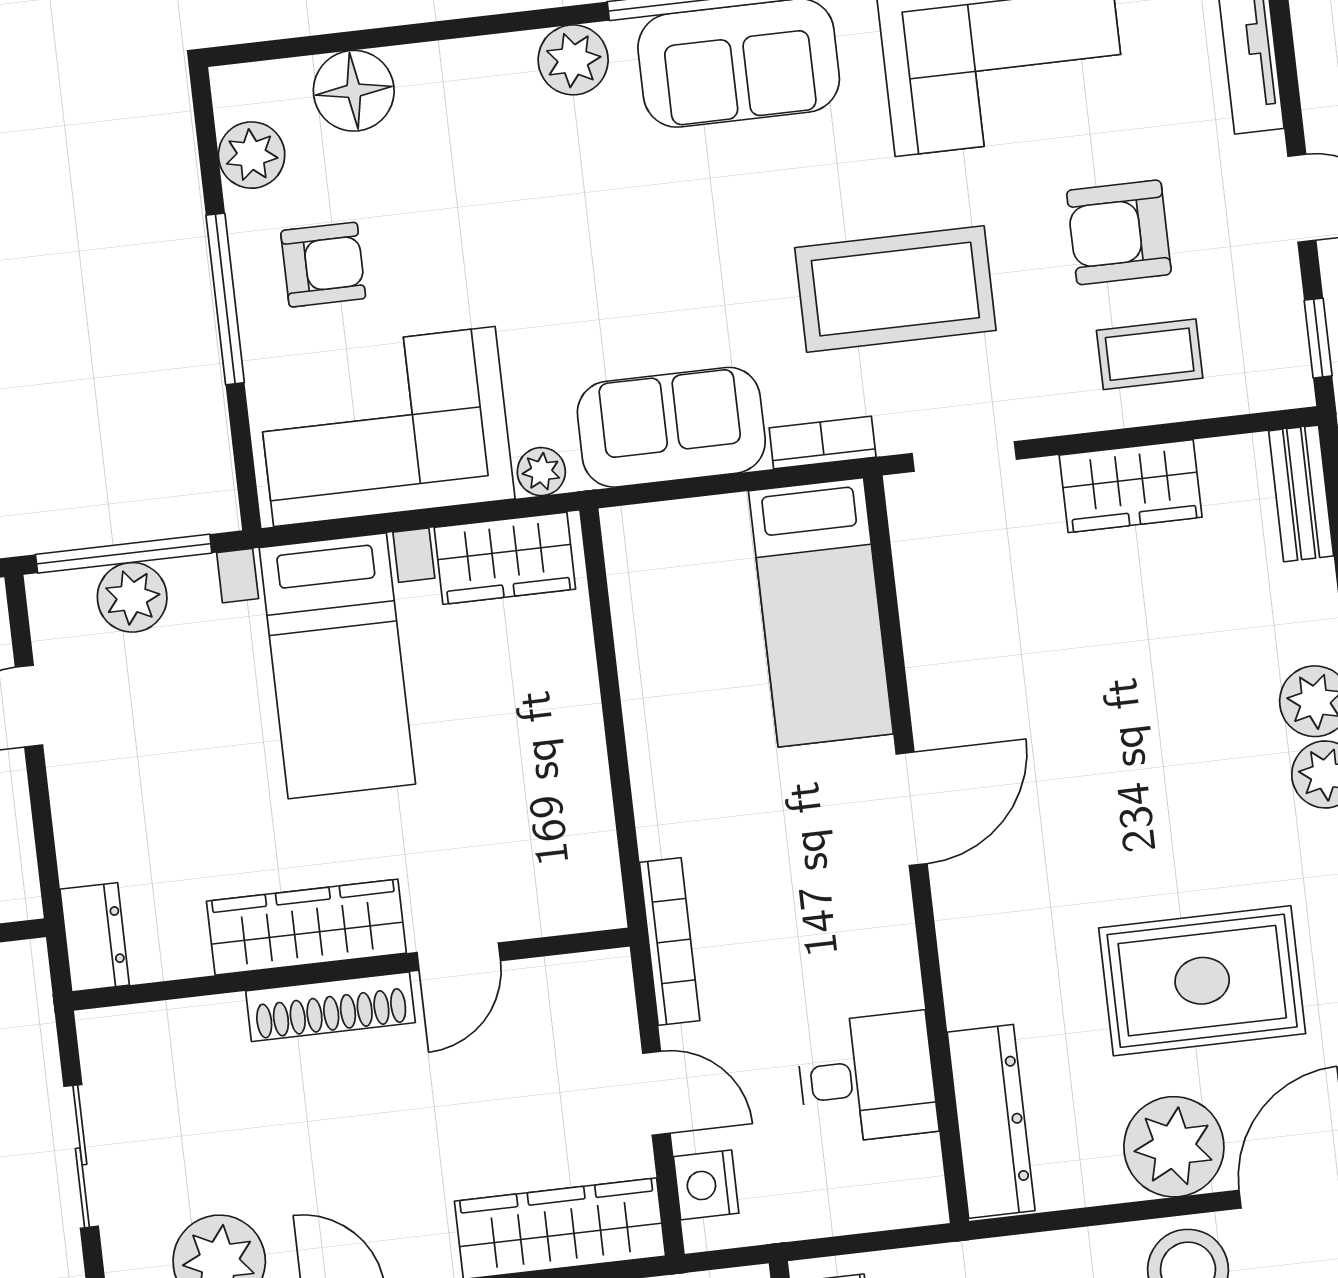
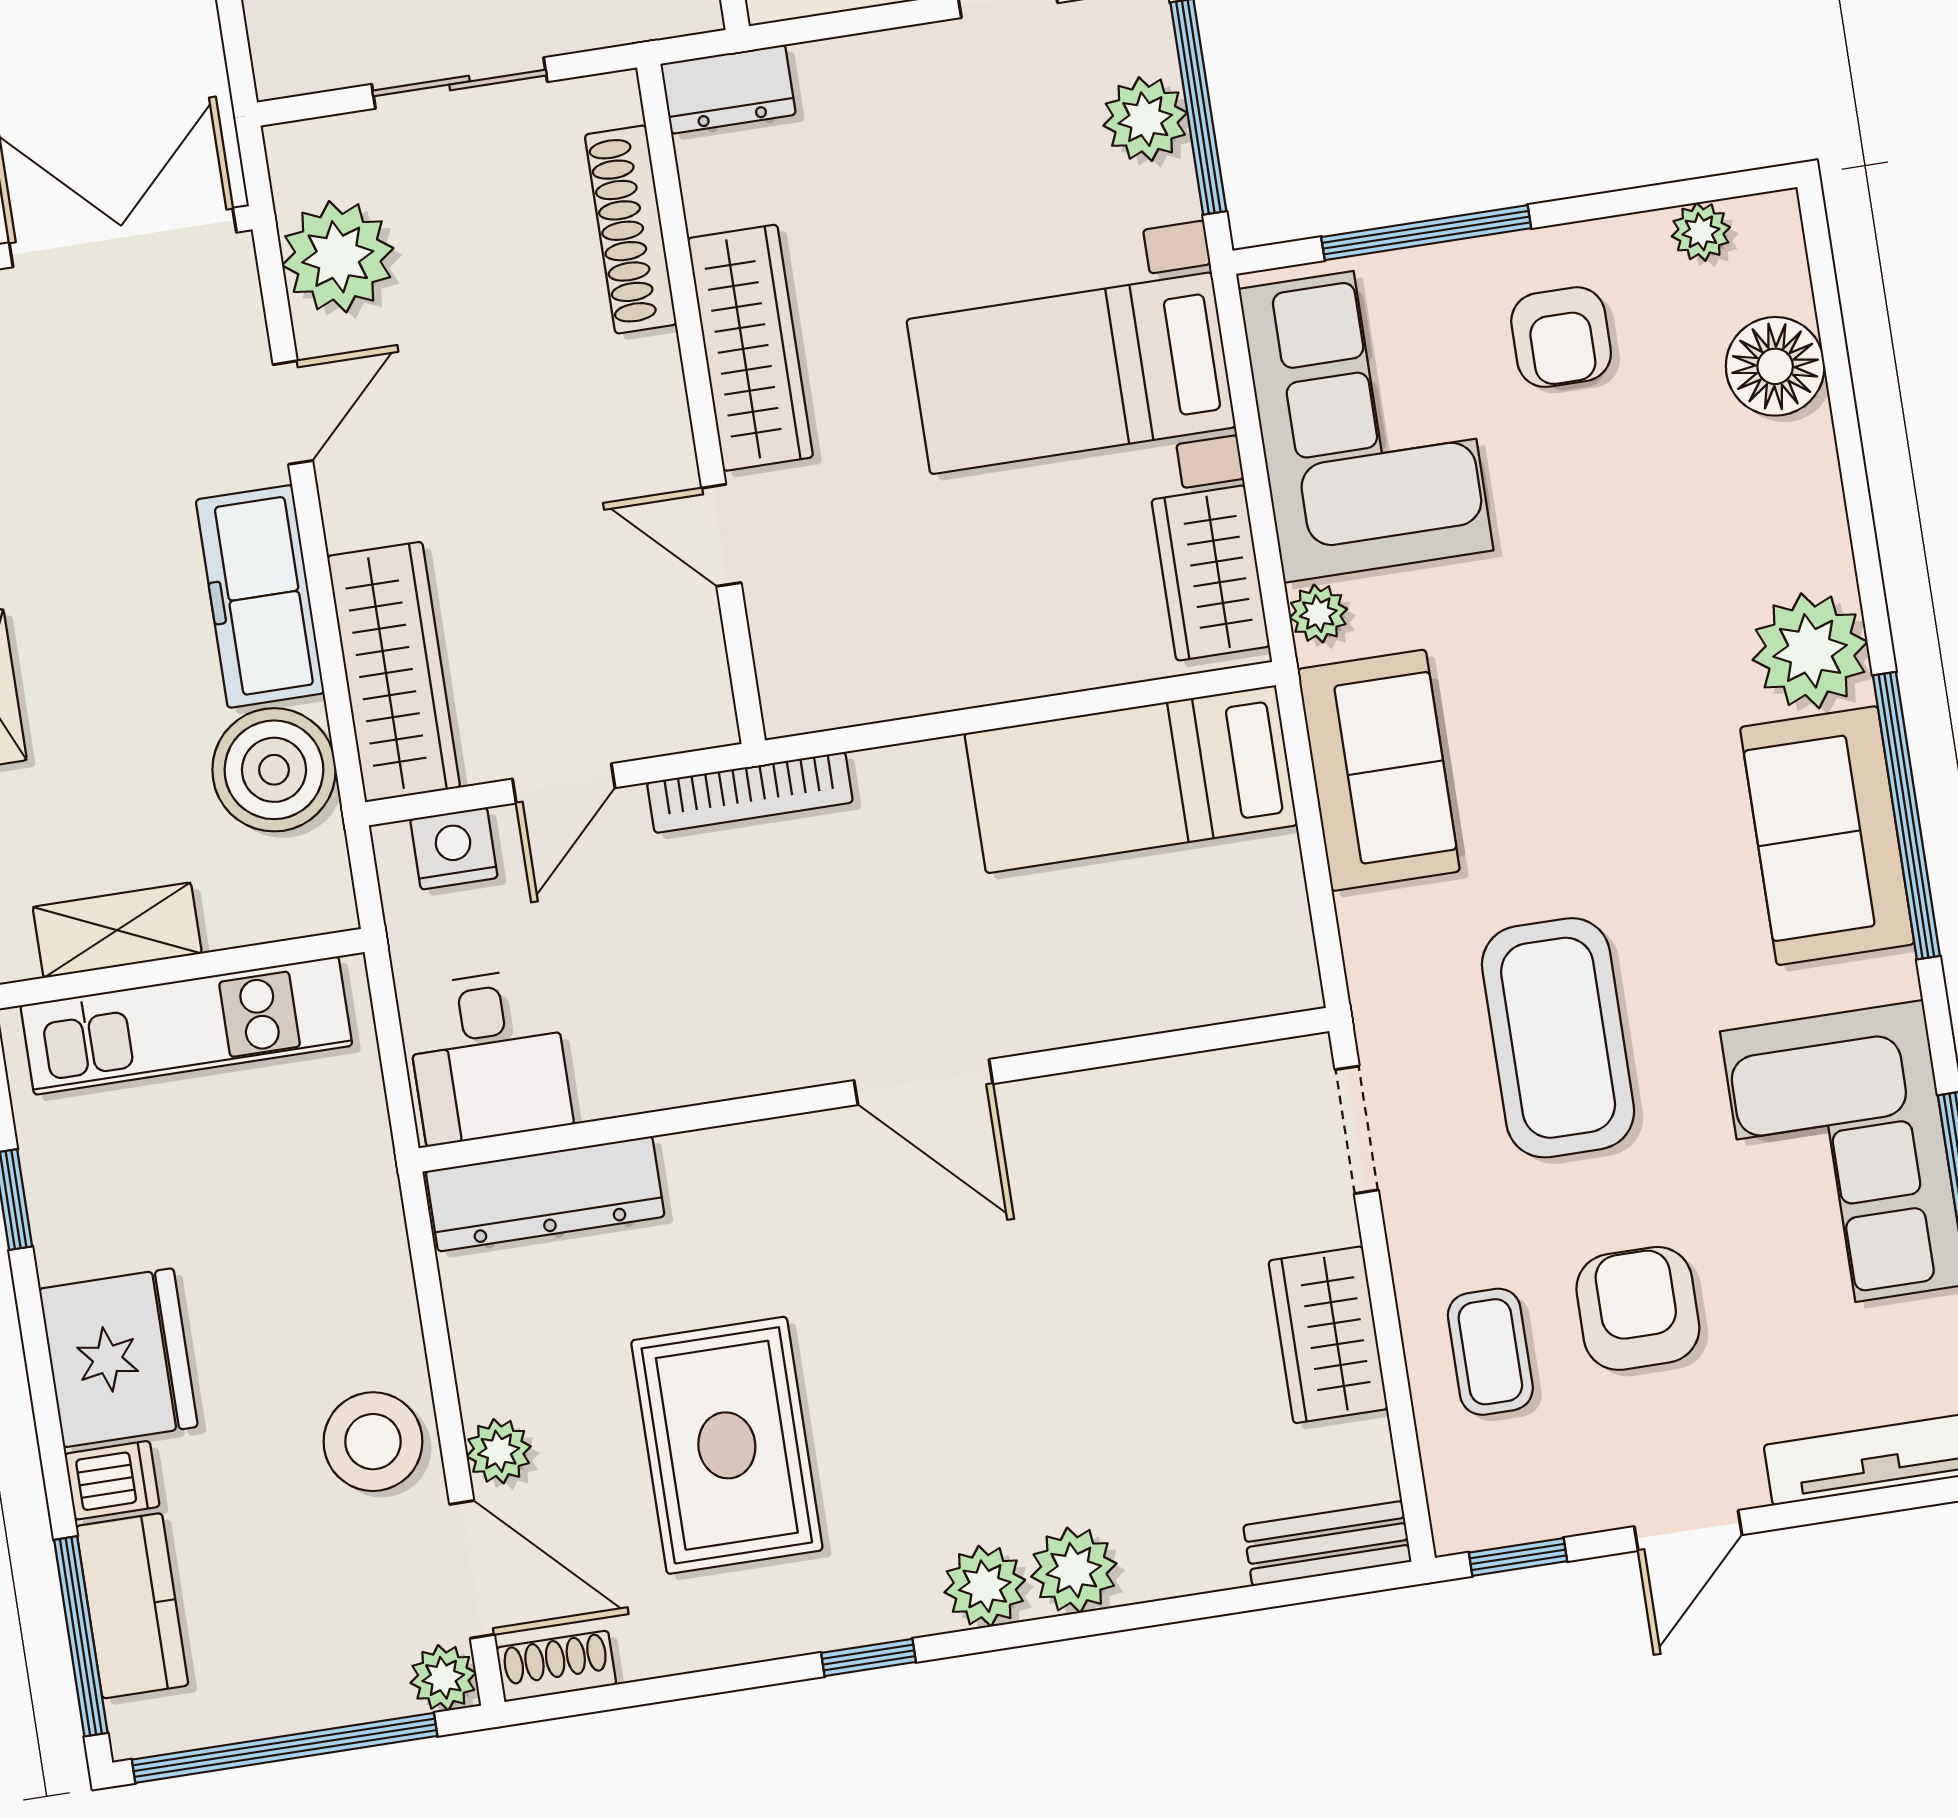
plant: (573, 60) -> (1810, 651), width x1.36, depth x1.36
plant: (252, 155) -> (1701, 232), width x0.73, depth x0.73
window: (225, 299) -> (1426, 233), moved
bookcase: (823, 442) -> (1367, 956), removed
bed: (821, 612) -> (1131, 779), moved
shoe rack: (330, 1007) -> (631, 230), moved
desk: (867, 1078) -> (488, 1056), moved
plant: (1174, 1147) -> (499, 1451), width x0.53, depth x0.53

